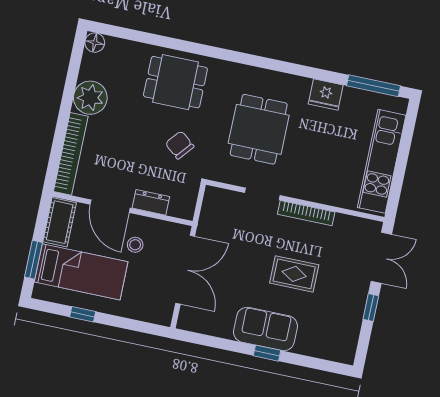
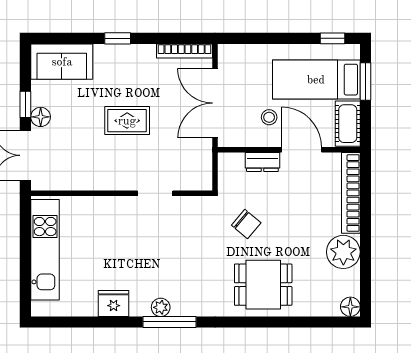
plant: (280, 81) -> (161, 307), added
window: (374, 86) -> (170, 322), moved
dining table: (259, 129) -> (172, 256), removed
bookcase: (306, 213) -> (185, 51), moved, turned 180
rug: (294, 274) -> (127, 121), moved
floor lamp: (359, 292) -> (41, 117), added
window: (83, 314) -> (332, 38), moved
sofa: (265, 329) -> (62, 62), moved

